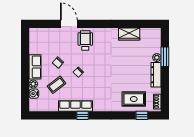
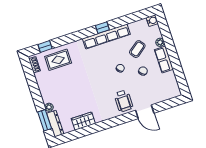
window: (165, 57) -> (45, 120), moved
dresser: (156, 75) -> (55, 124), moved
water cooler: (34, 94) -> (152, 21), moved
row of seats: (75, 106) -> (106, 36), width x1.36

